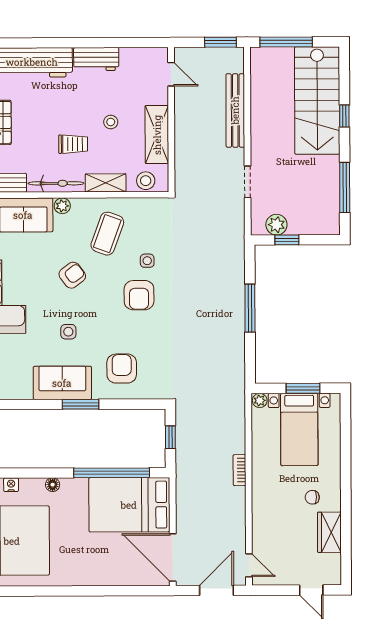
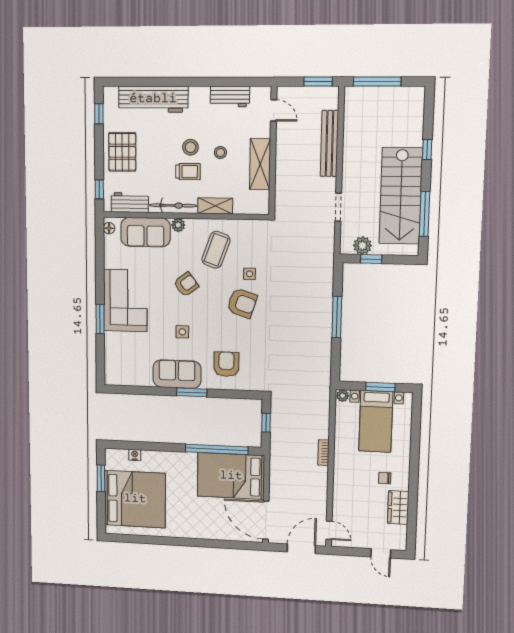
workbench: (96, 59) -> (230, 96), moved
stairs: (317, 101) -> (401, 196), moved
stool: (146, 181) -> (190, 147), moved
armchair: (139, 295) -> (242, 303), turned -72
floor lamp: (53, 485) -> (168, 457), removed

